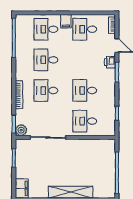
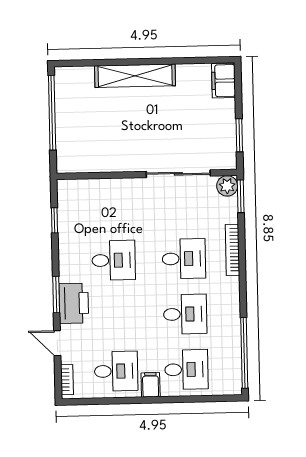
printer: (110, 62) -> (74, 303), width x1.87, depth x1.48
desk: (85, 121) -> (112, 205), removed

